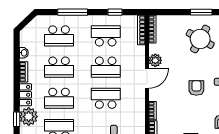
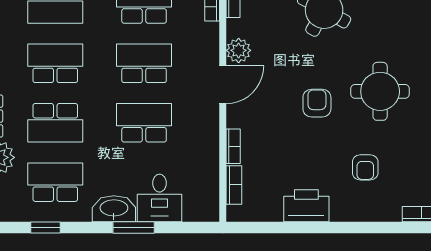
school desk: (59, 67) -> (55, 63), turned 180
school desk: (106, 67) -> (144, 63), turned 180

